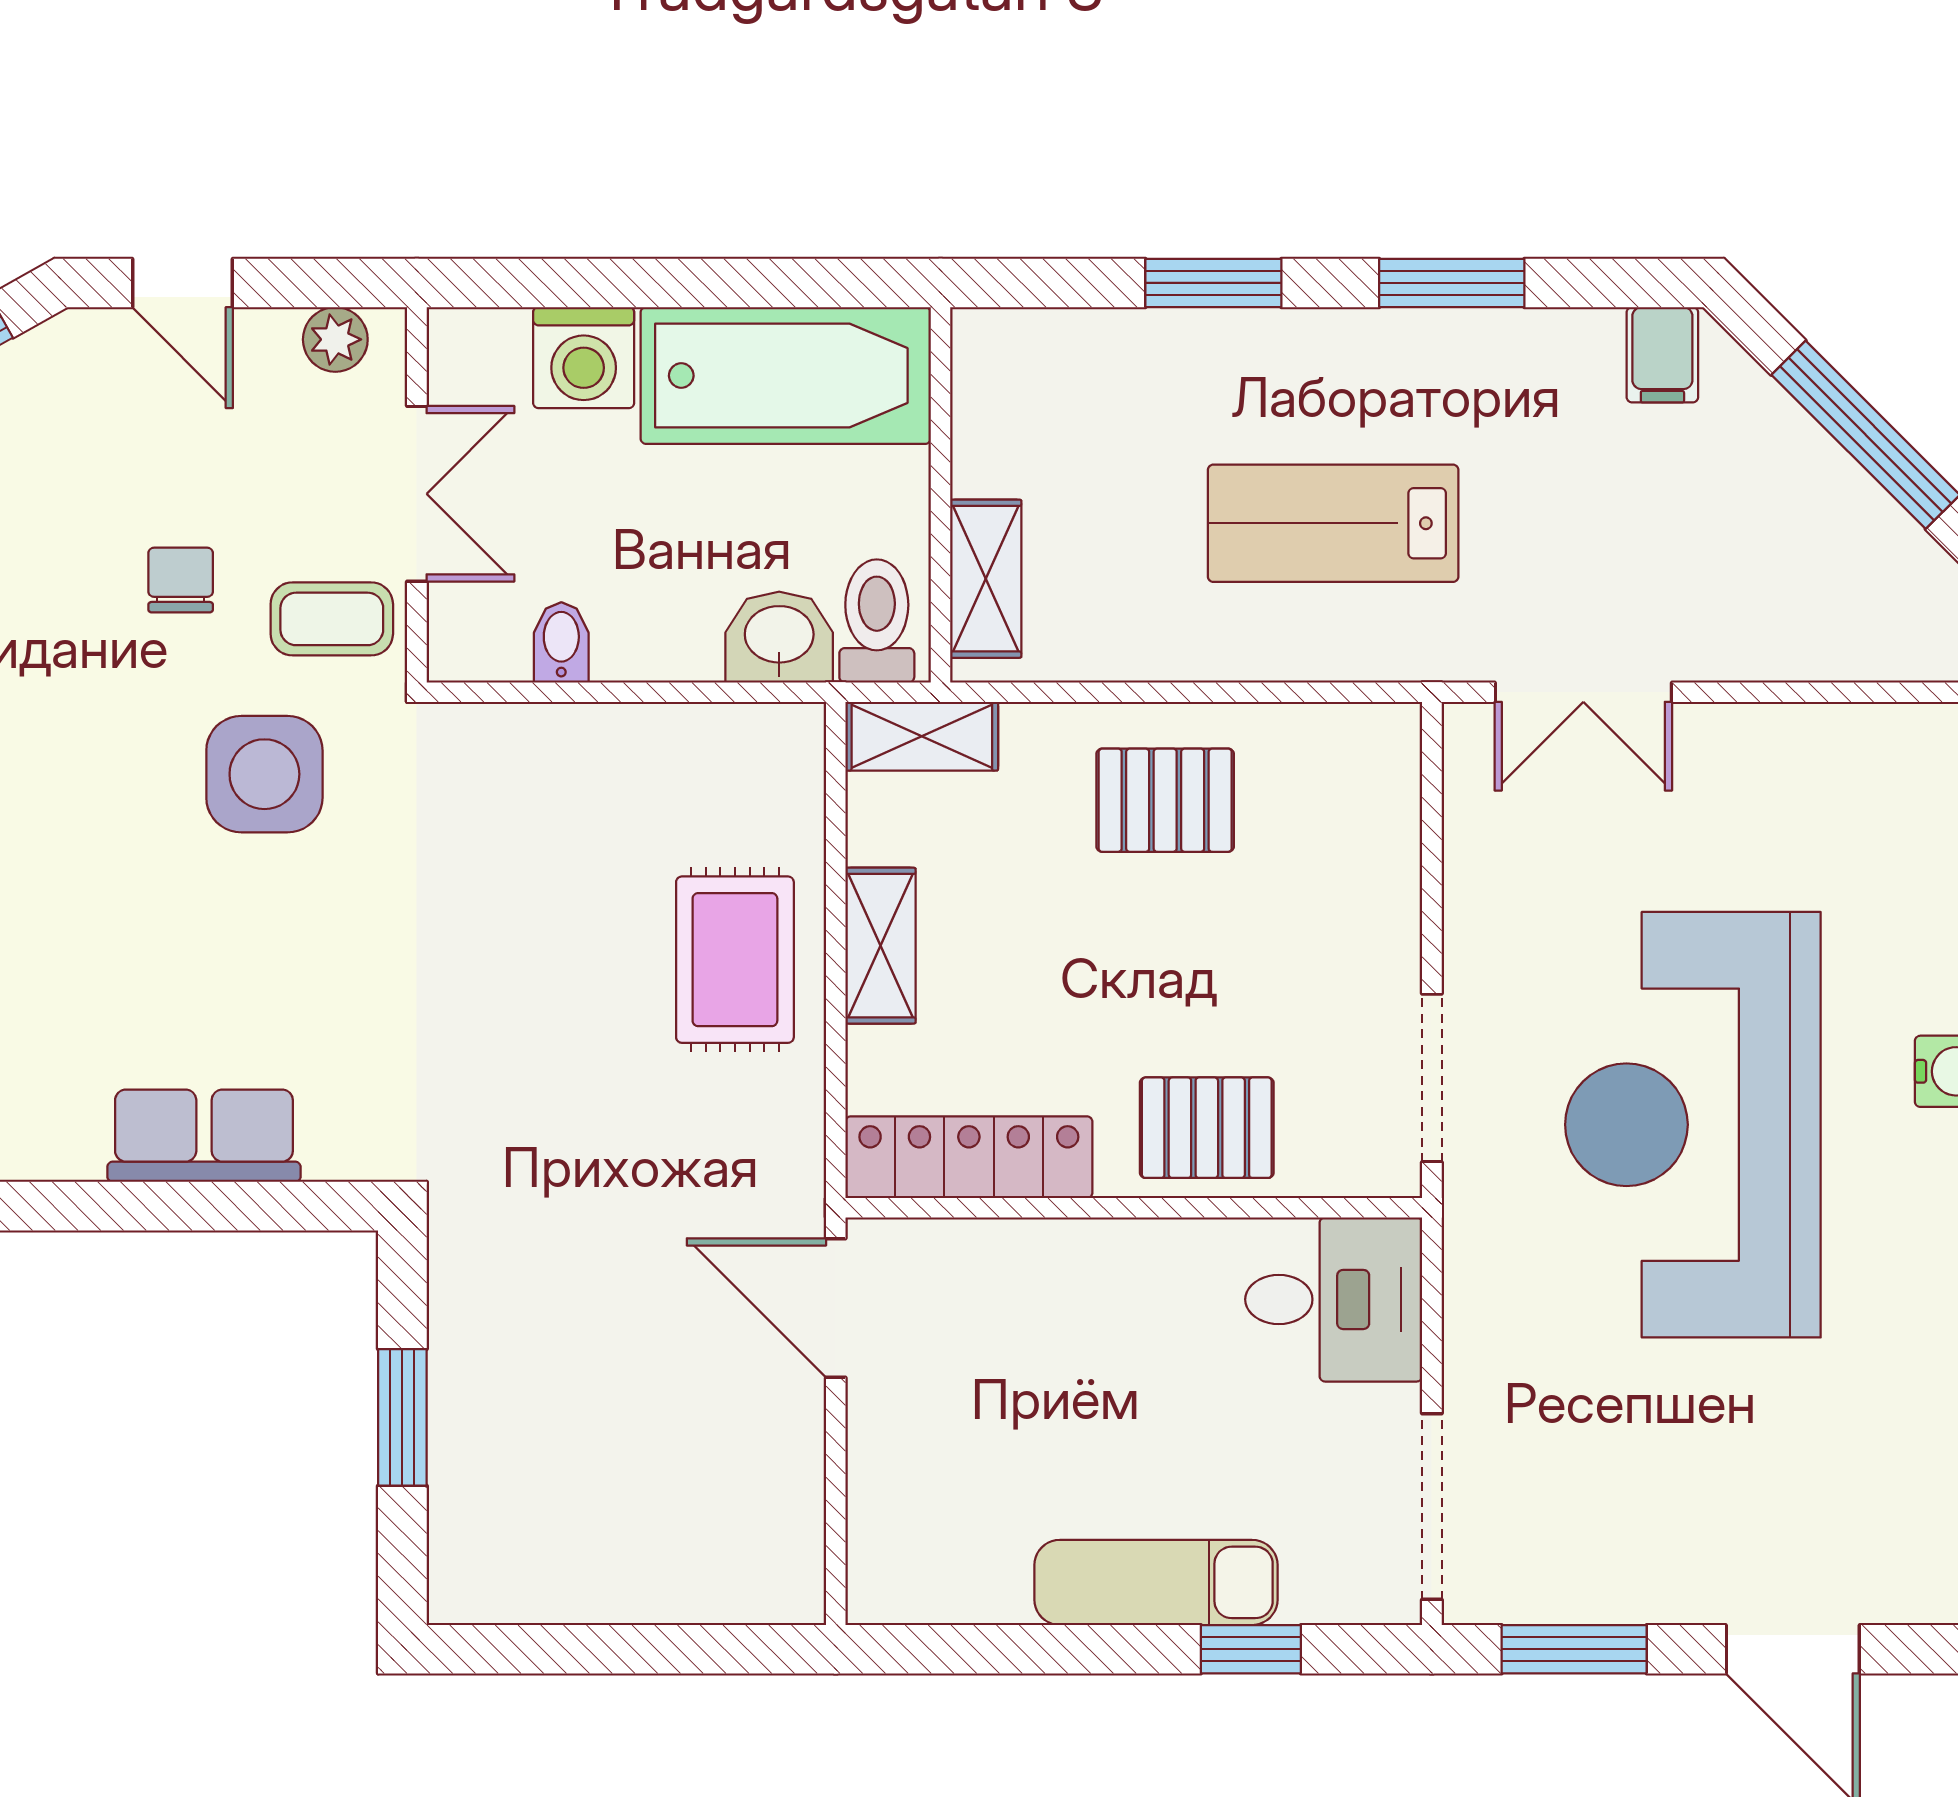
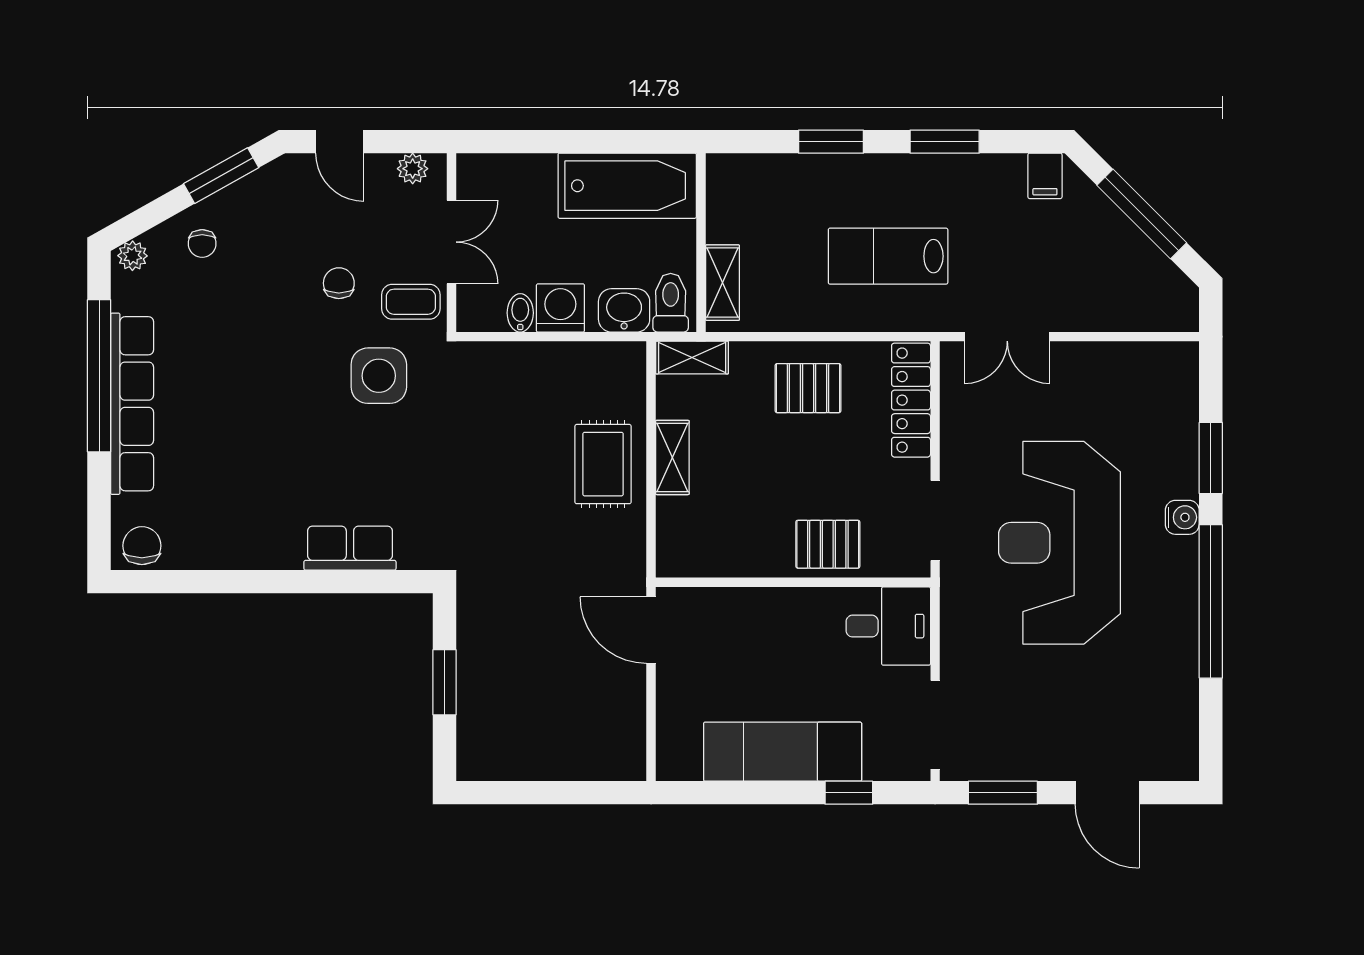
washing machine: (584, 358) -> (560, 308), moved, turned 180
locker: (969, 1157) -> (911, 400), moved, turned -90
exam couch: (1156, 1582) -> (783, 752), width x1.36, depth x1.45

